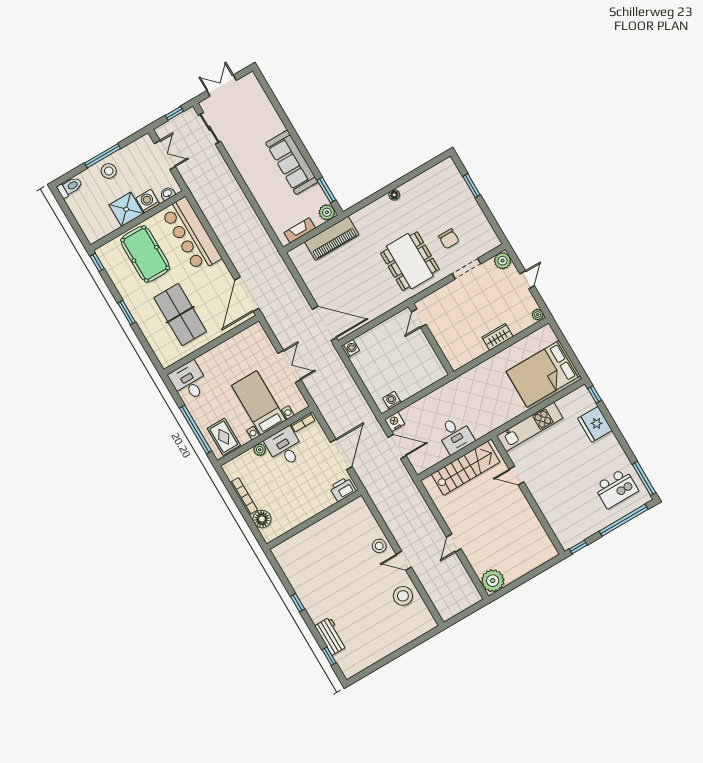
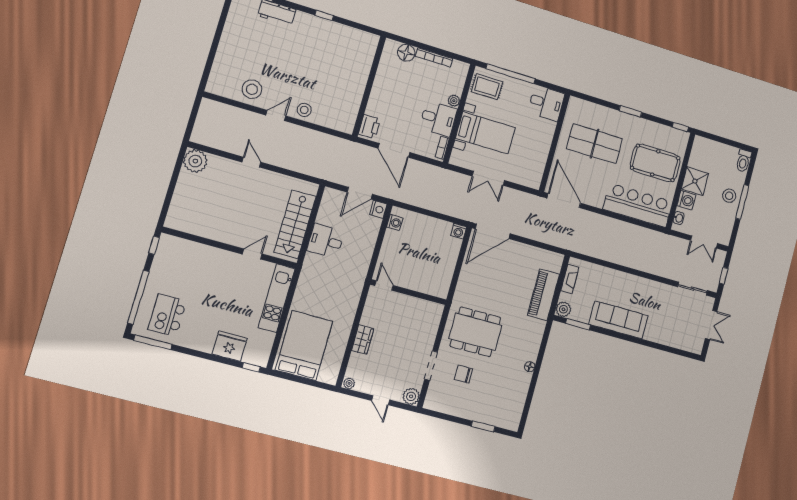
door: (419, 318) -> (384, 285), moved

